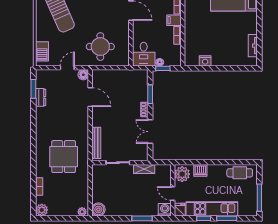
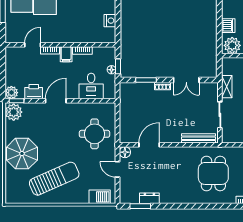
desk: (144, 54) -> (91, 86), moved, turned 90
dining table: (64, 157) -> (213, 173), turned 90

